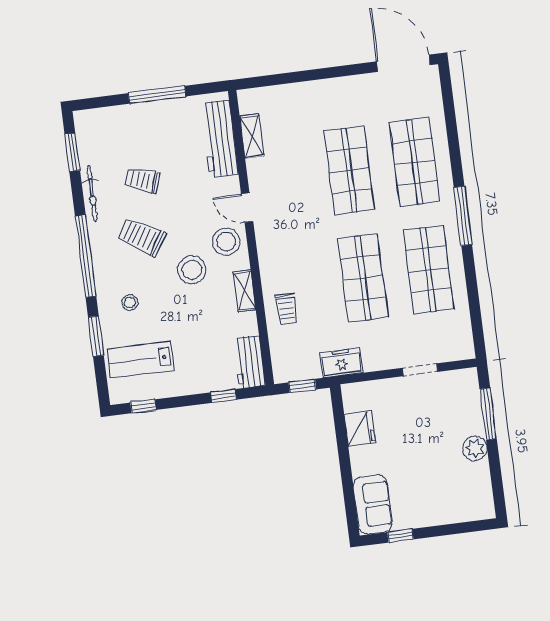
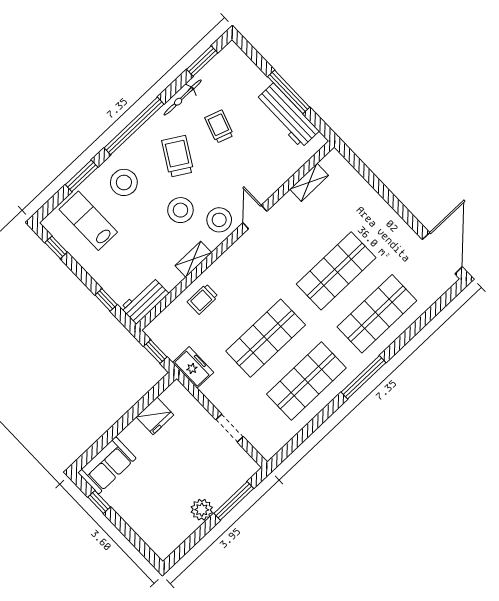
workbench: (220, 139) -> (287, 116), moved, turned -90
stool: (130, 303) -> (124, 182), width x1.89, depth x1.89

